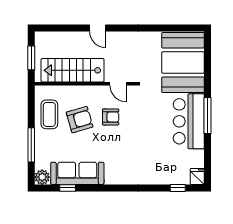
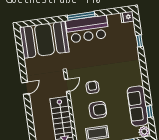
door: (98, 28) -> (25, 88), moved
armchair: (80, 120) -> (98, 110), turned 106
window: (178, 188) -> (139, 41), moved

